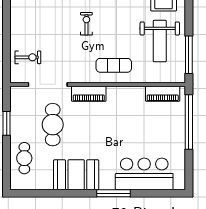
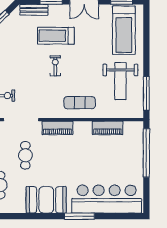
piano: (163, 94) -> (108, 128), moved
cafe table: (53, 125) -> (25, 155), width x0.73, depth x0.74
bar counter: (144, 174) -> (107, 199), width x1.36

